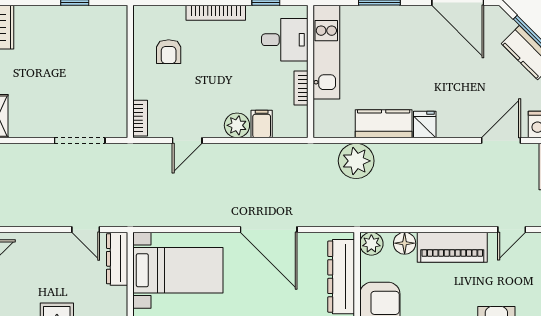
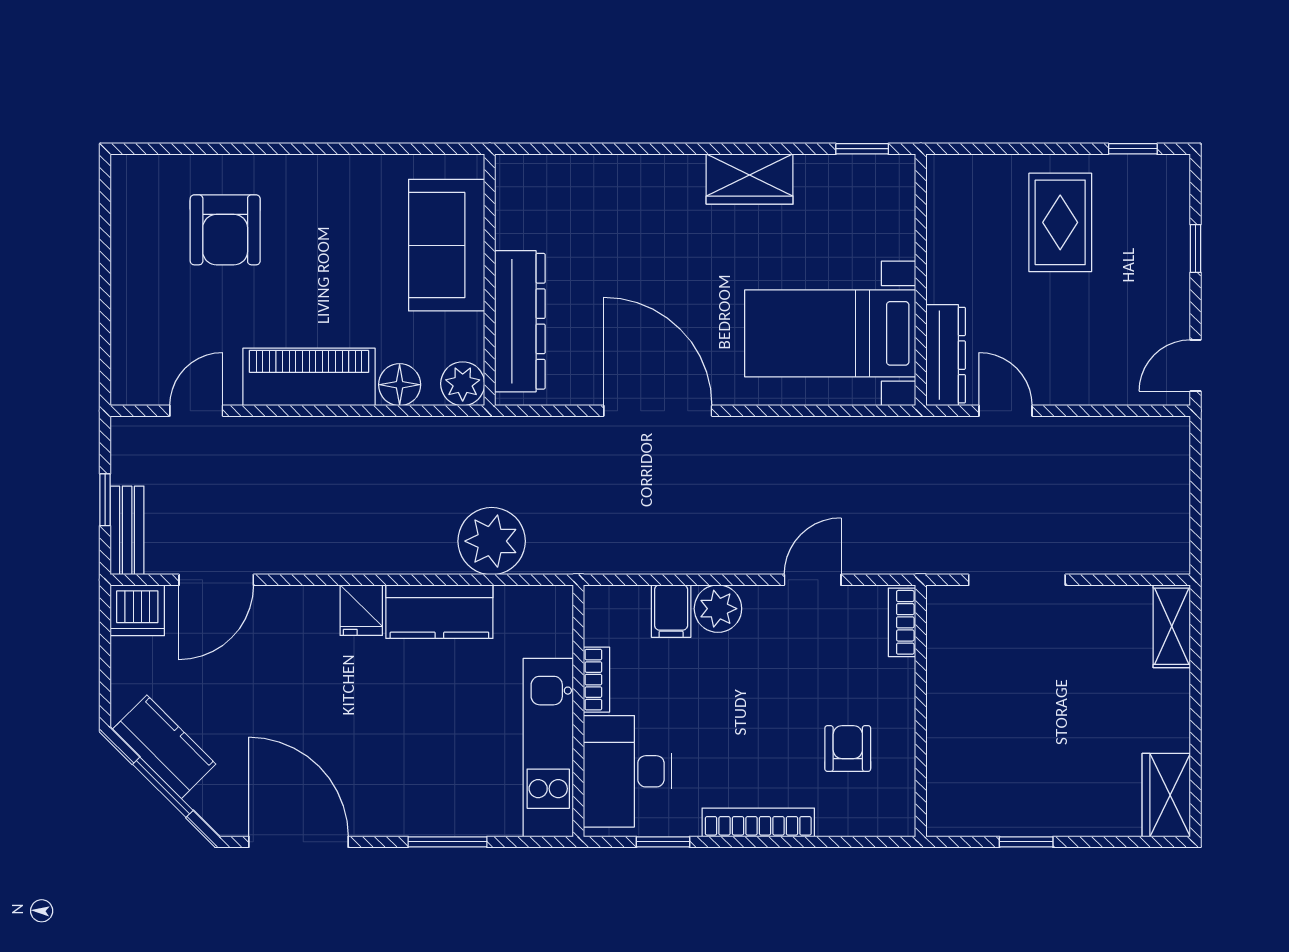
desk: (285, 40) -> (627, 771), width x1.37

